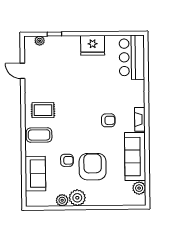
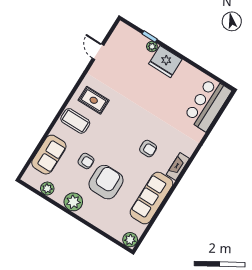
plant: (40, 41) -> (152, 47), moved
fridge: (93, 45) -> (165, 62), moved
plant: (139, 188) -> (130, 240), moved
plant: (62, 200) -> (47, 189), moved

